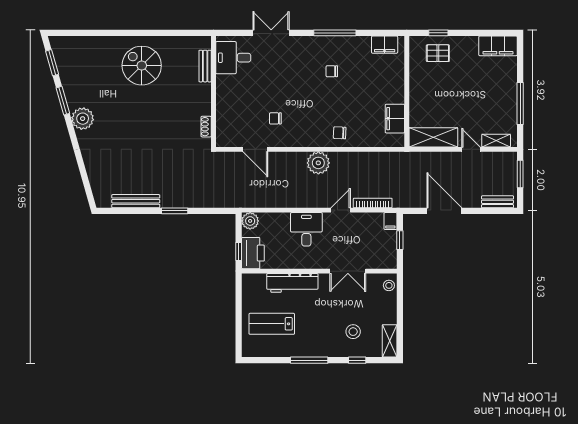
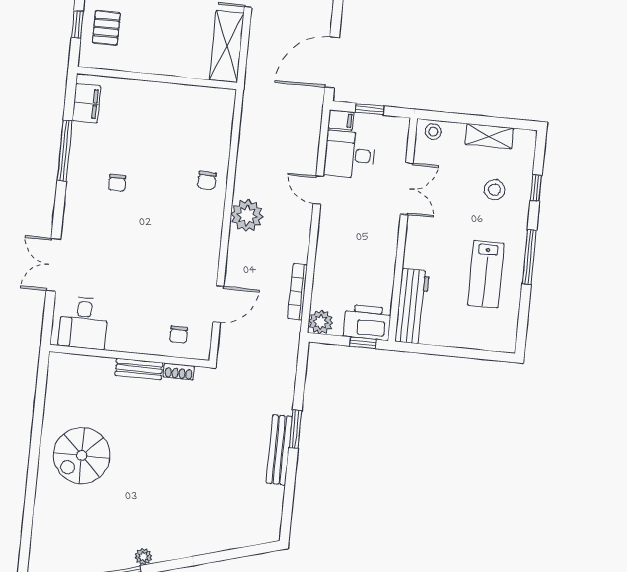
window: (335, 33) -> (65, 151), moved
bench: (205, 66) -> (139, 369), moved
chair: (275, 118) -> (179, 335), moved
plant: (83, 119) -> (143, 557), width x0.53, depth x0.53
filing cabinet: (395, 119) -> (194, 99), removed
bench: (136, 201) -> (279, 450), moved
bookcase: (373, 203) -> (298, 292), moved
door: (444, 211) -> (332, 62), moved
desk: (306, 229) -> (350, 155), moved
workbench: (292, 283) -> (412, 306), moved
lab bench: (272, 324) -> (486, 274), moved
shelving: (390, 341) -> (489, 136), moved

